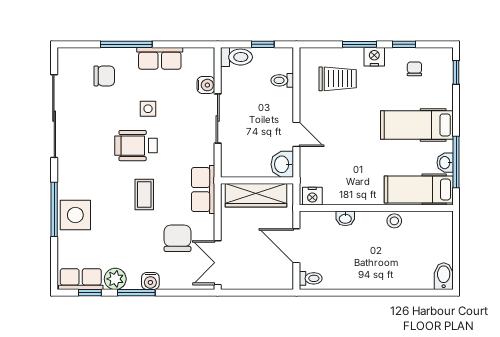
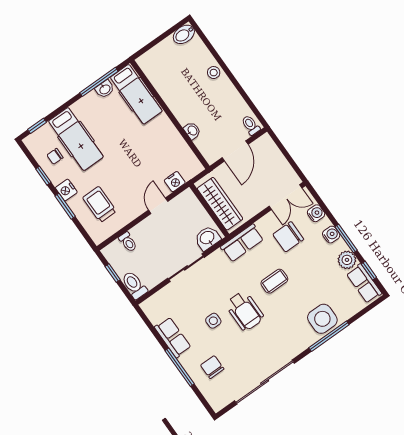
water cooler: (206, 85) -> (316, 213), moved, turned 90
hospital bed: (417, 125) -> (76, 139), moved
washbasin: (282, 164) -> (207, 238), moved, turned 180
nightstand: (312, 196) -> (175, 182), moved, turned 90
stool: (394, 221) -> (214, 73), moved

